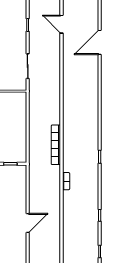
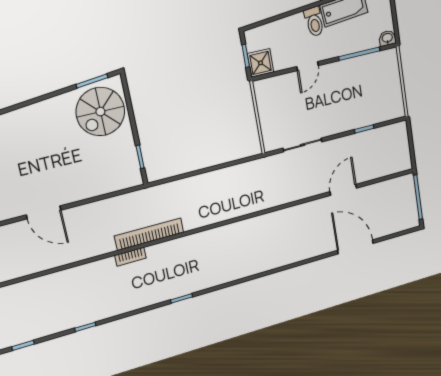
door: (62, 24) -> (343, 190), moved
bookcase: (56, 145) -> (149, 234), moved

